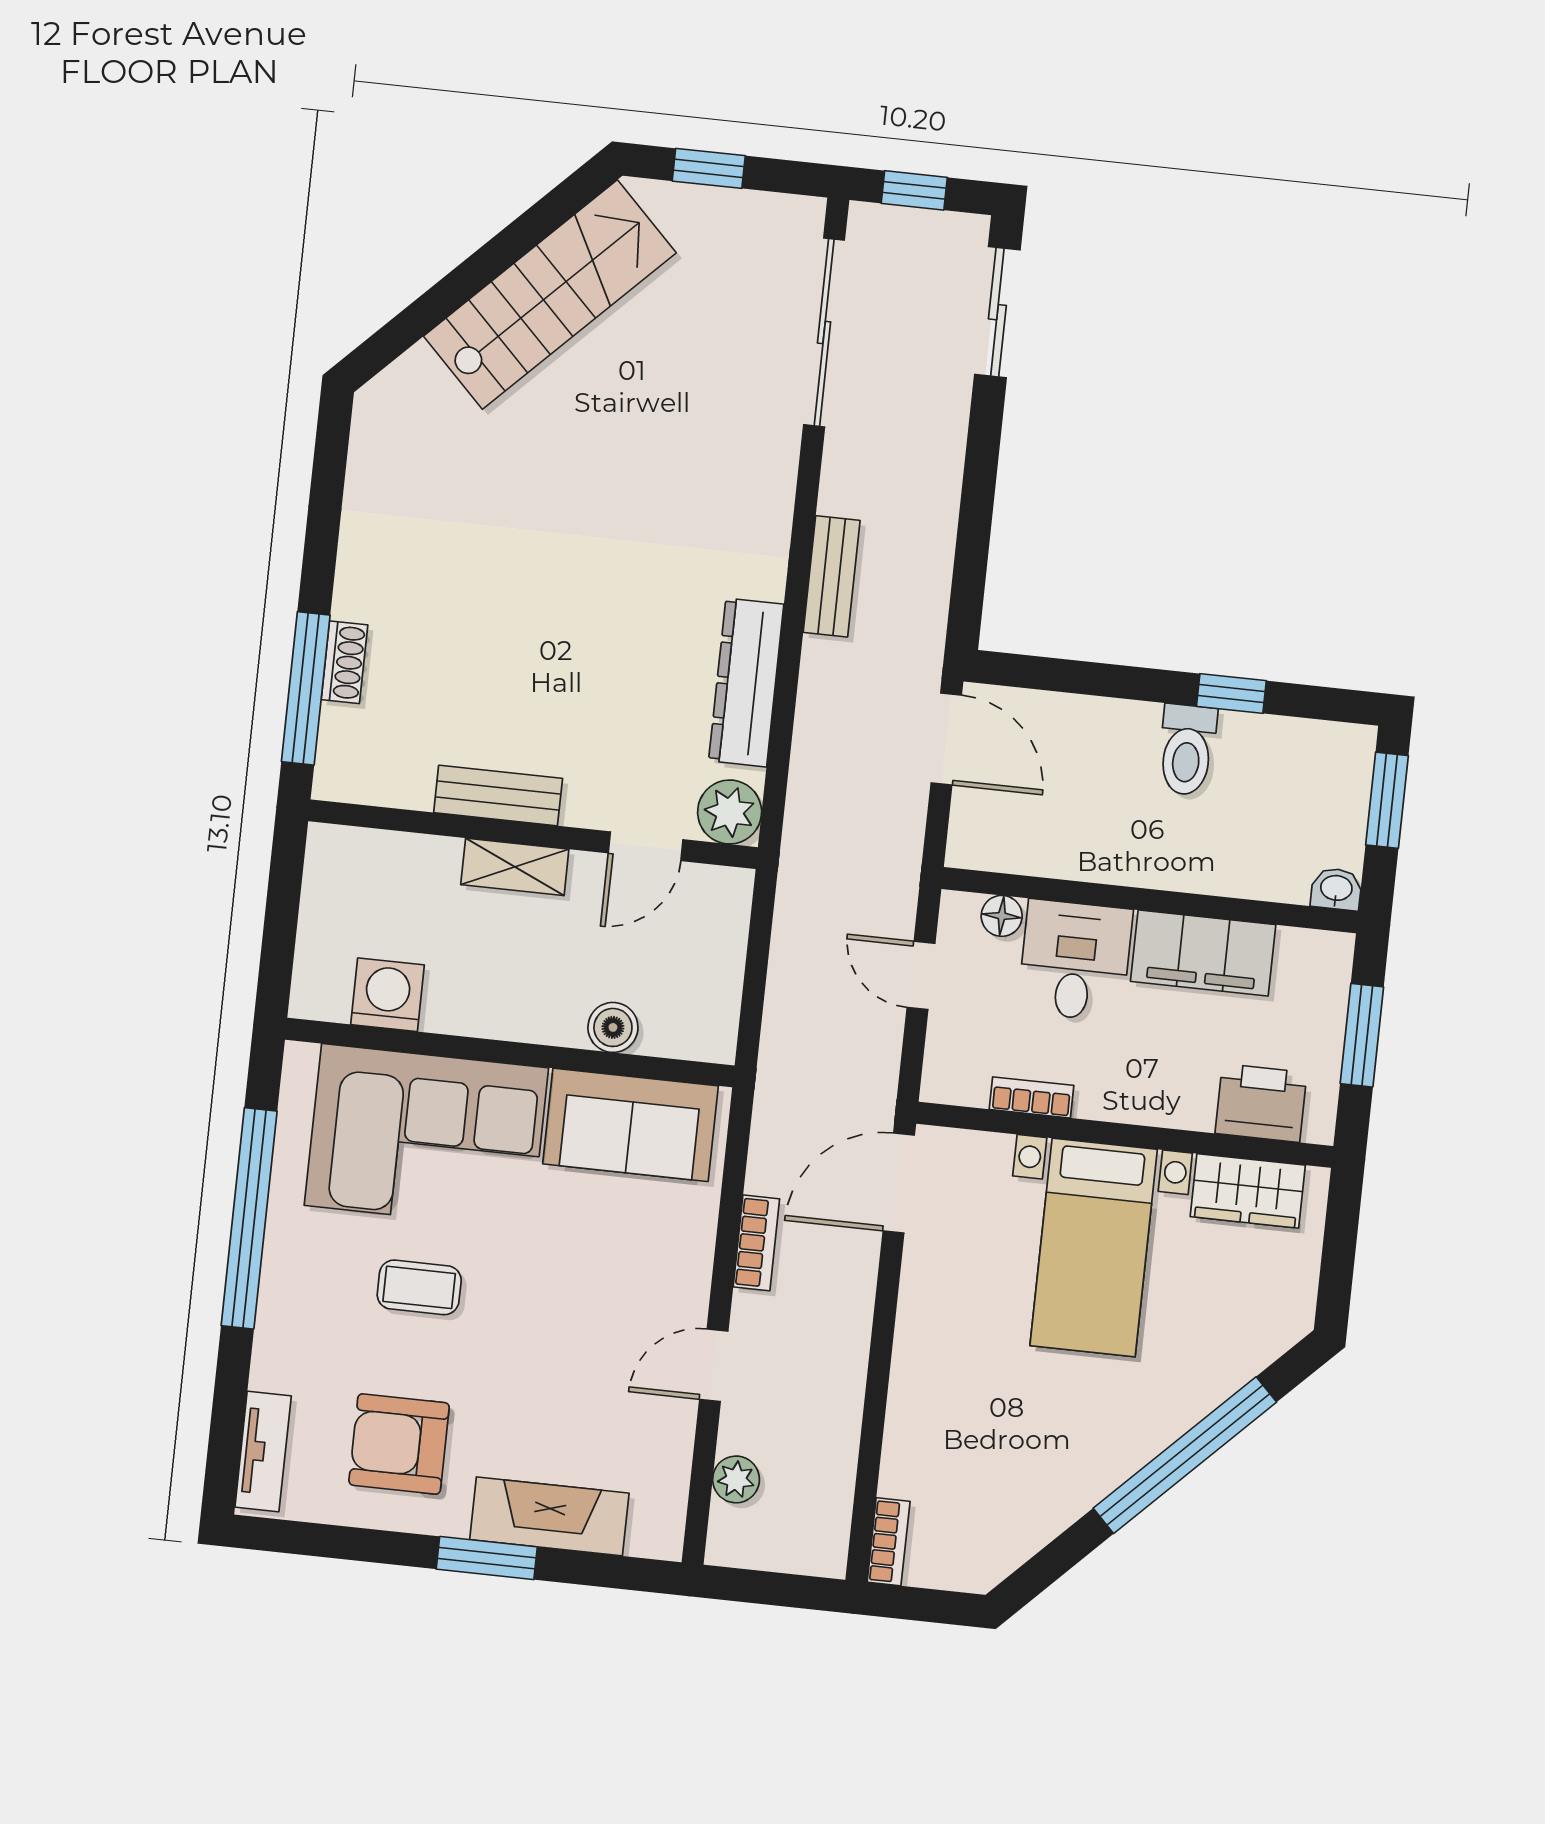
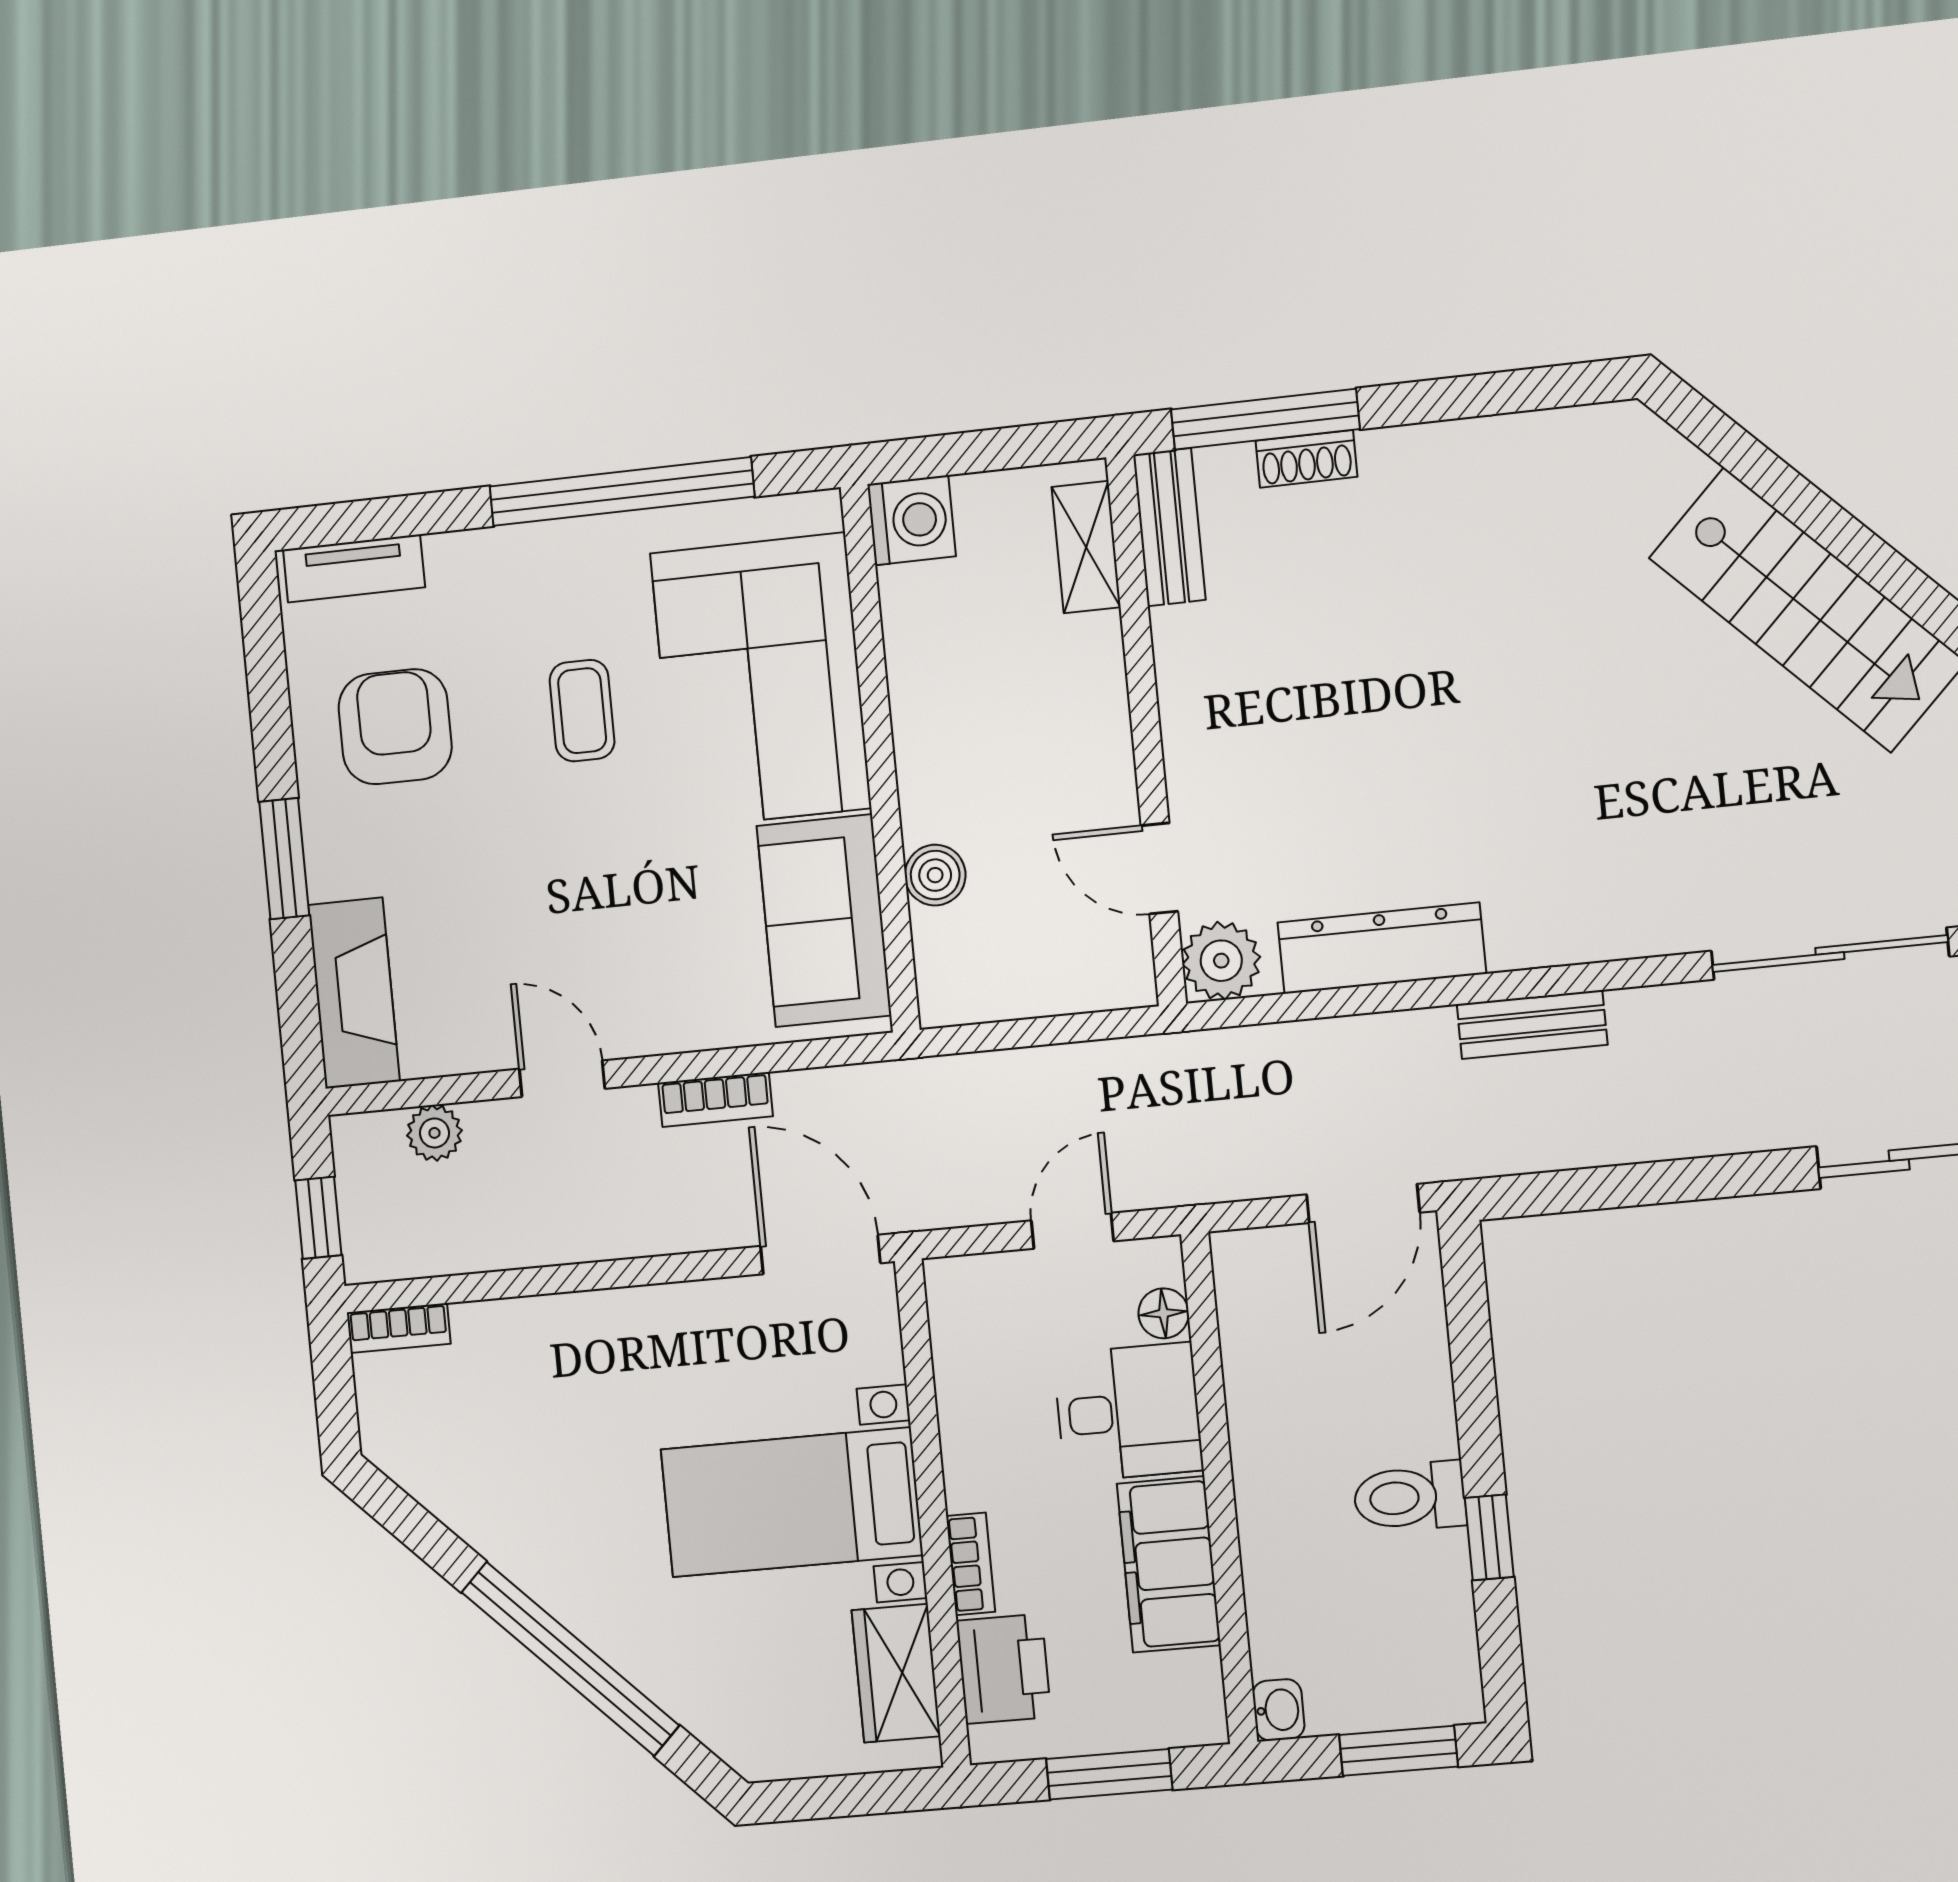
bench: (498, 796) -> (1169, 527), moved
shelving: (515, 867) -> (1086, 547), moved
washing machine: (388, 995) -> (911, 520), moved
bookcase: (1032, 1097) -> (971, 1564), moved
fireplace: (549, 1516) -> (354, 993), moved
window: (785, 1590) -> (318, 1218), added

